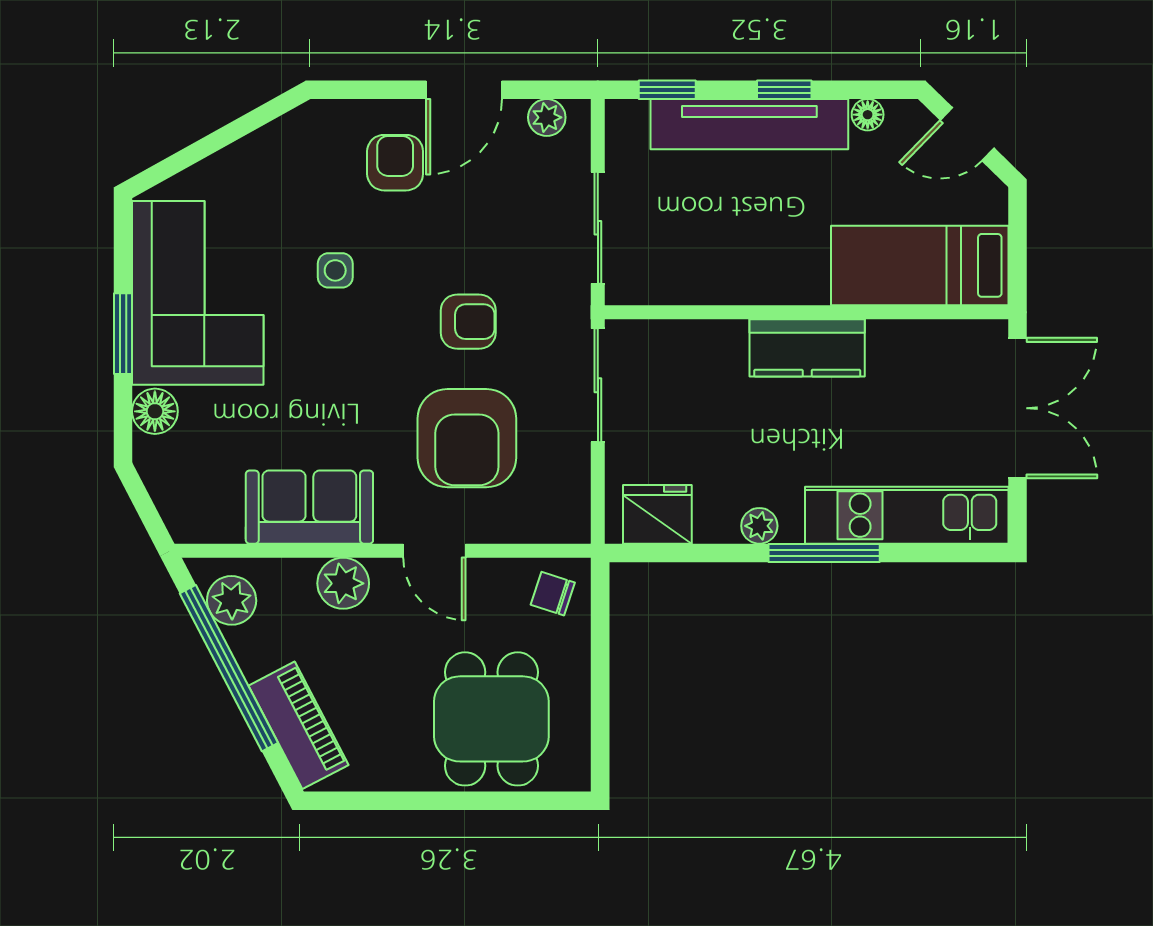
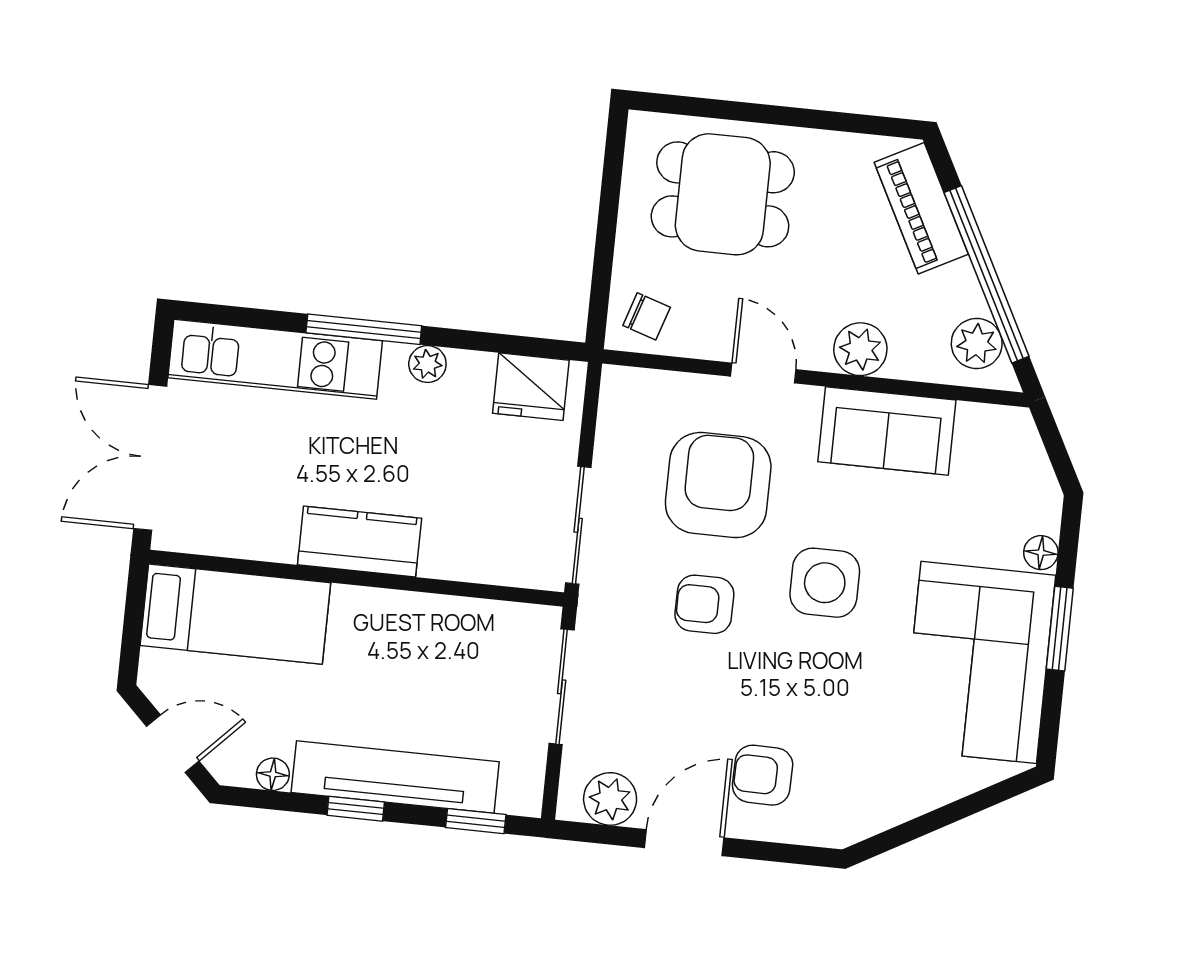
plant: (547, 117) -> (610, 799), width x1.38, depth x1.38
armchair: (395, 163) -> (763, 775), turned 91
side table: (335, 270) -> (825, 583), moved, width x1.87, depth x1.87
floor lamp: (155, 411) -> (1041, 553), width x0.73, depth x0.73
dining table: (491, 719) -> (723, 194), turned 90

